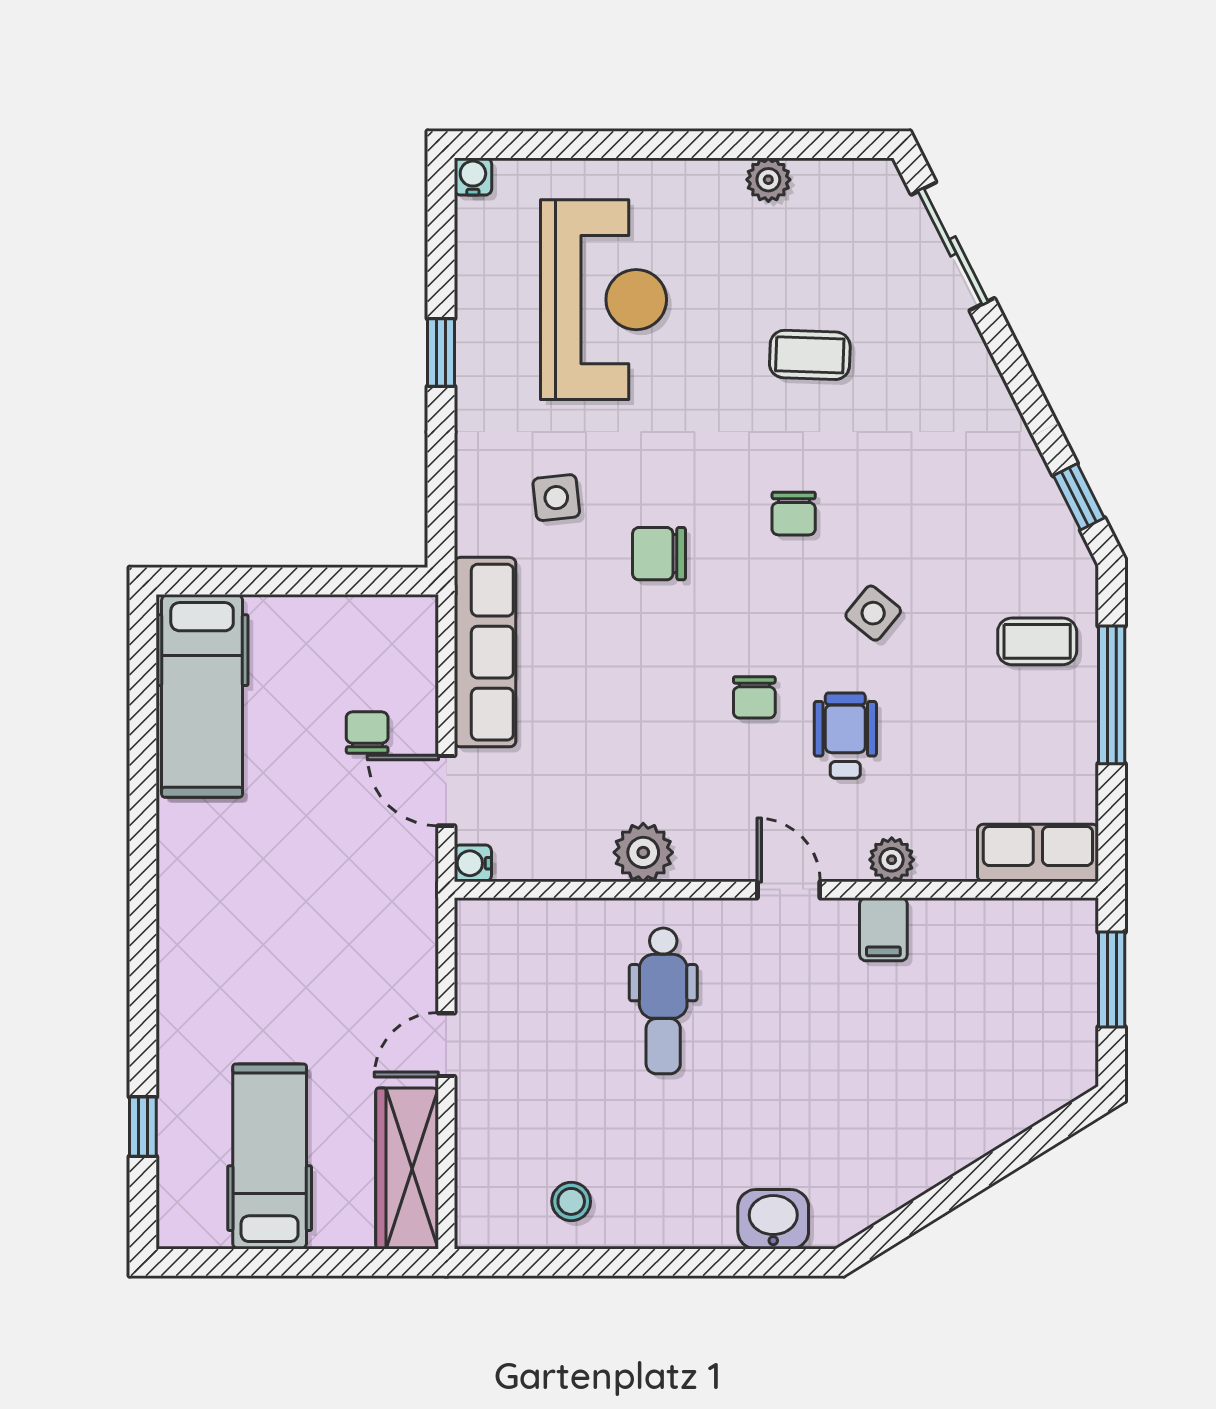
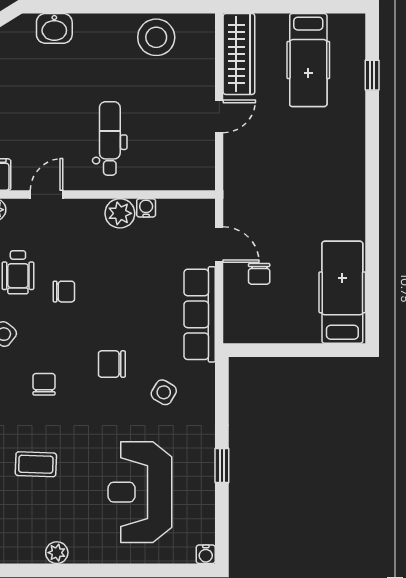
side table: (556, 498) -> (164, 392), turned 36
chair: (659, 554) -> (112, 364), turned 180
chair: (754, 697) -> (64, 292), turned 90
water cooler: (473, 863) -> (146, 208), moved, turned -90
door: (789, 890) -> (47, 195), swing flipped
stool: (571, 1201) -> (156, 37), width x1.89, depth x1.89

